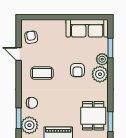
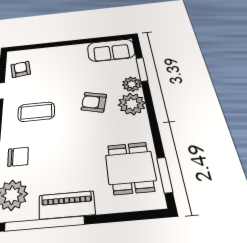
sofa: (87, 28) -> (111, 50), width x0.73
armchair: (77, 70) -> (94, 102), turned 104

